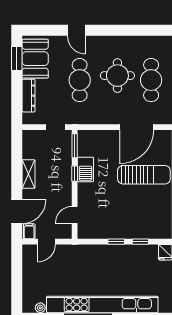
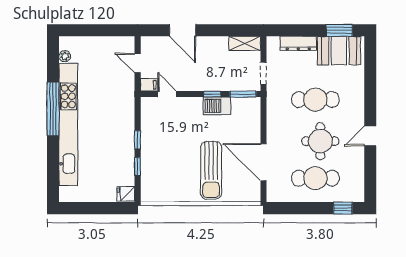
door: (76, 30) -> (370, 136), moved
shelving: (29, 174) -> (245, 43), moved
door: (17, 212) -> (183, 30), moved
filing cabinet: (29, 231) -> (149, 85), moved

